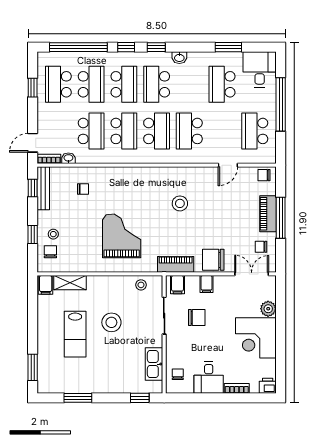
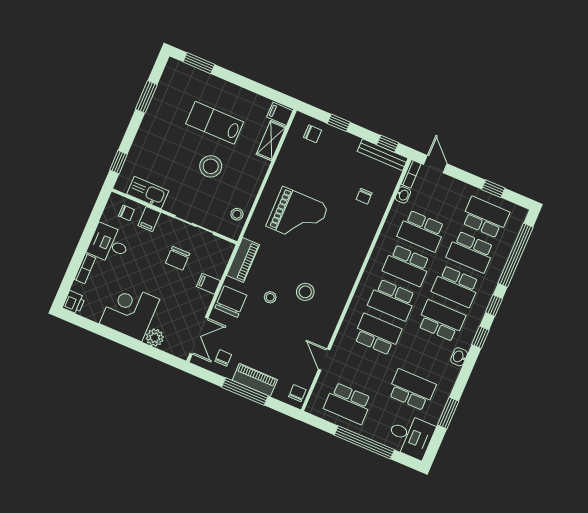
school desk: (255, 131) -> (348, 403), turned 180
stool: (53, 234) -> (270, 297), moved
filing cabinet: (177, 285) -> (149, 219), moved, turned -90

